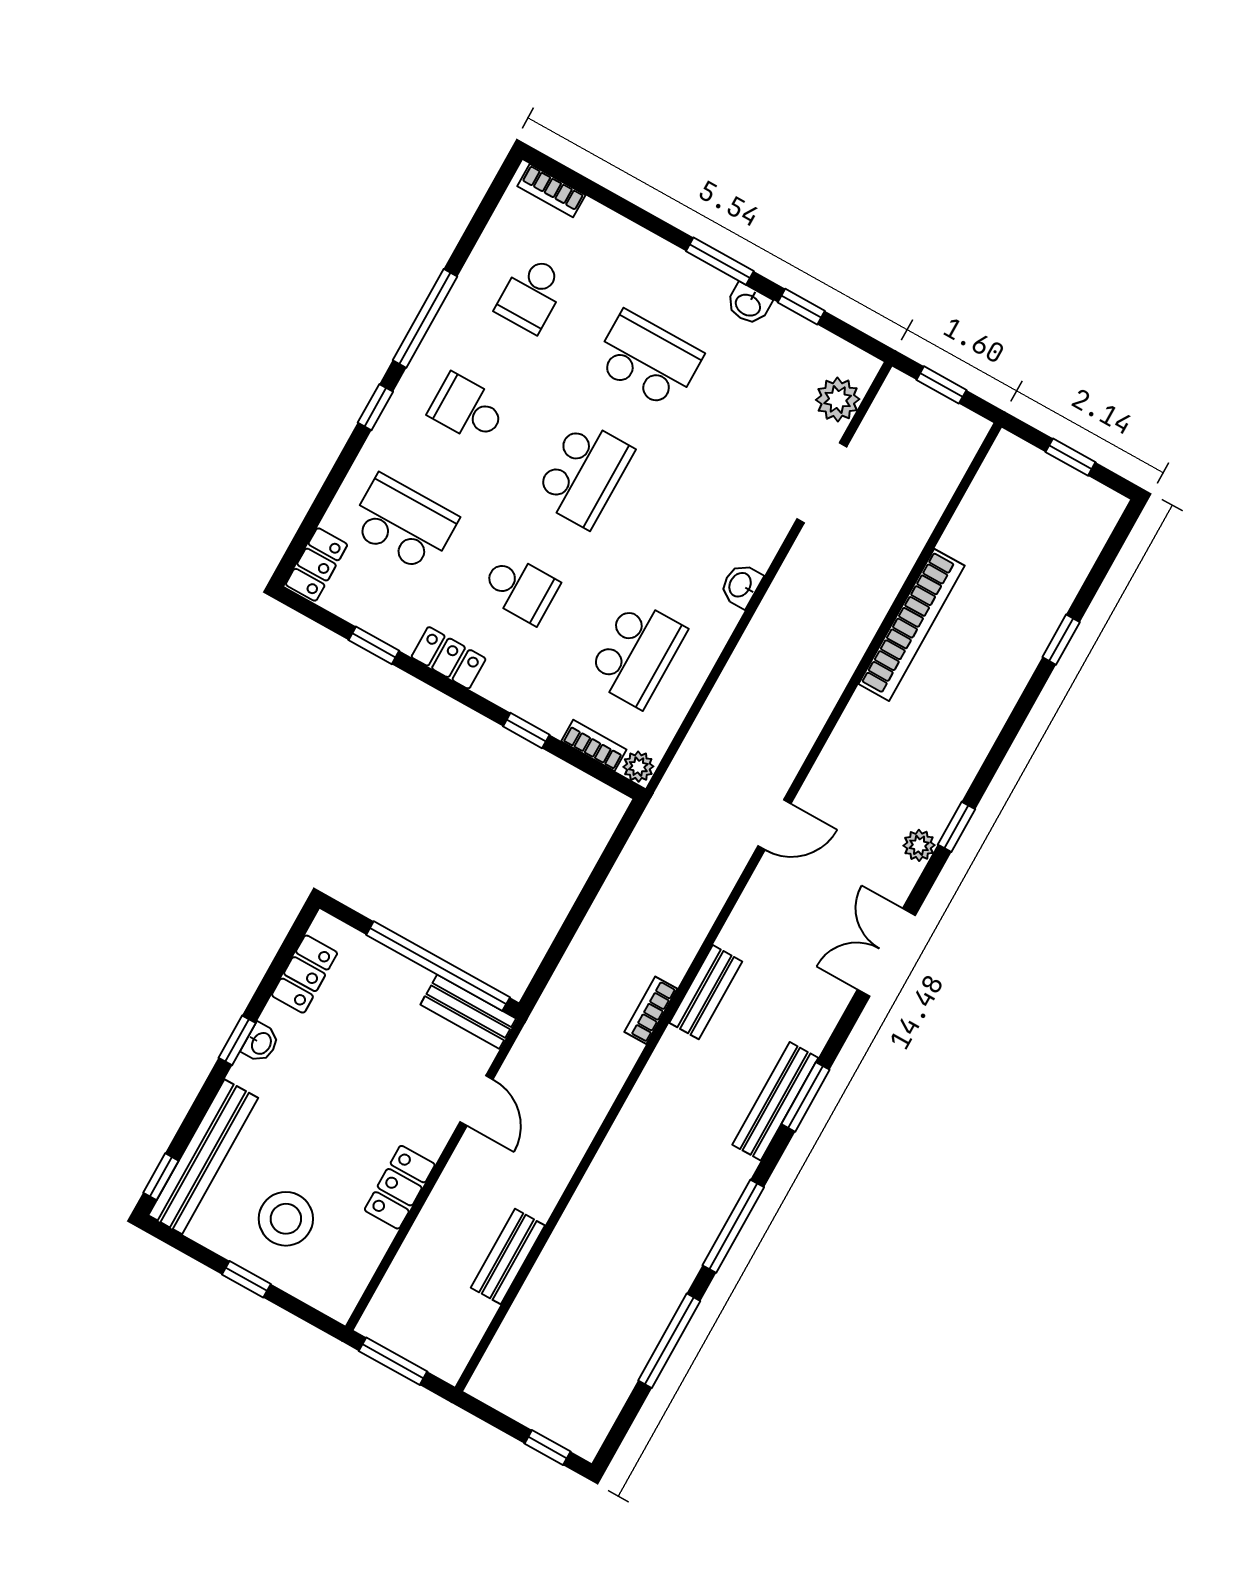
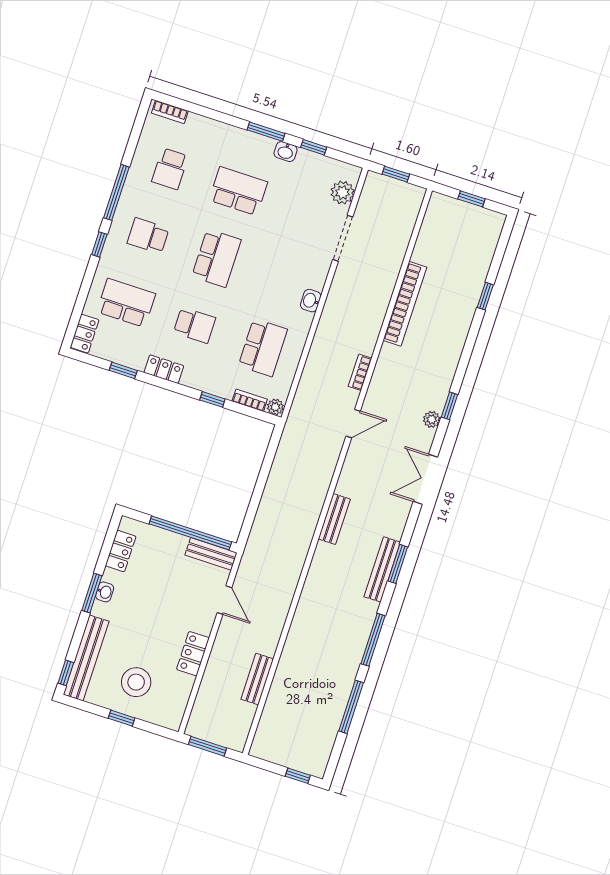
bookcase: (651, 1010) -> (360, 372), moved
window: (237, 1040) -> (92, 593), width x1.50

